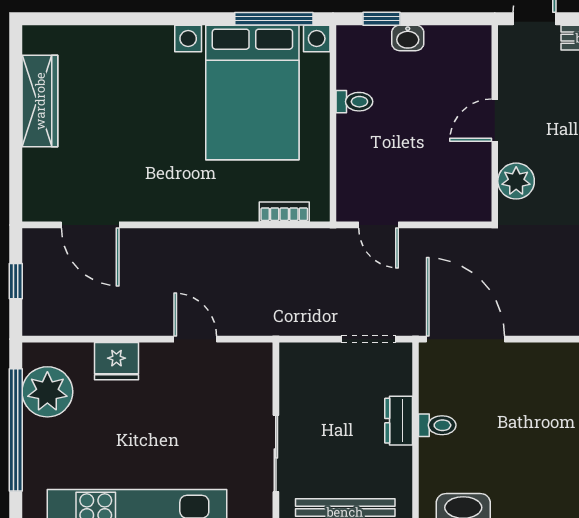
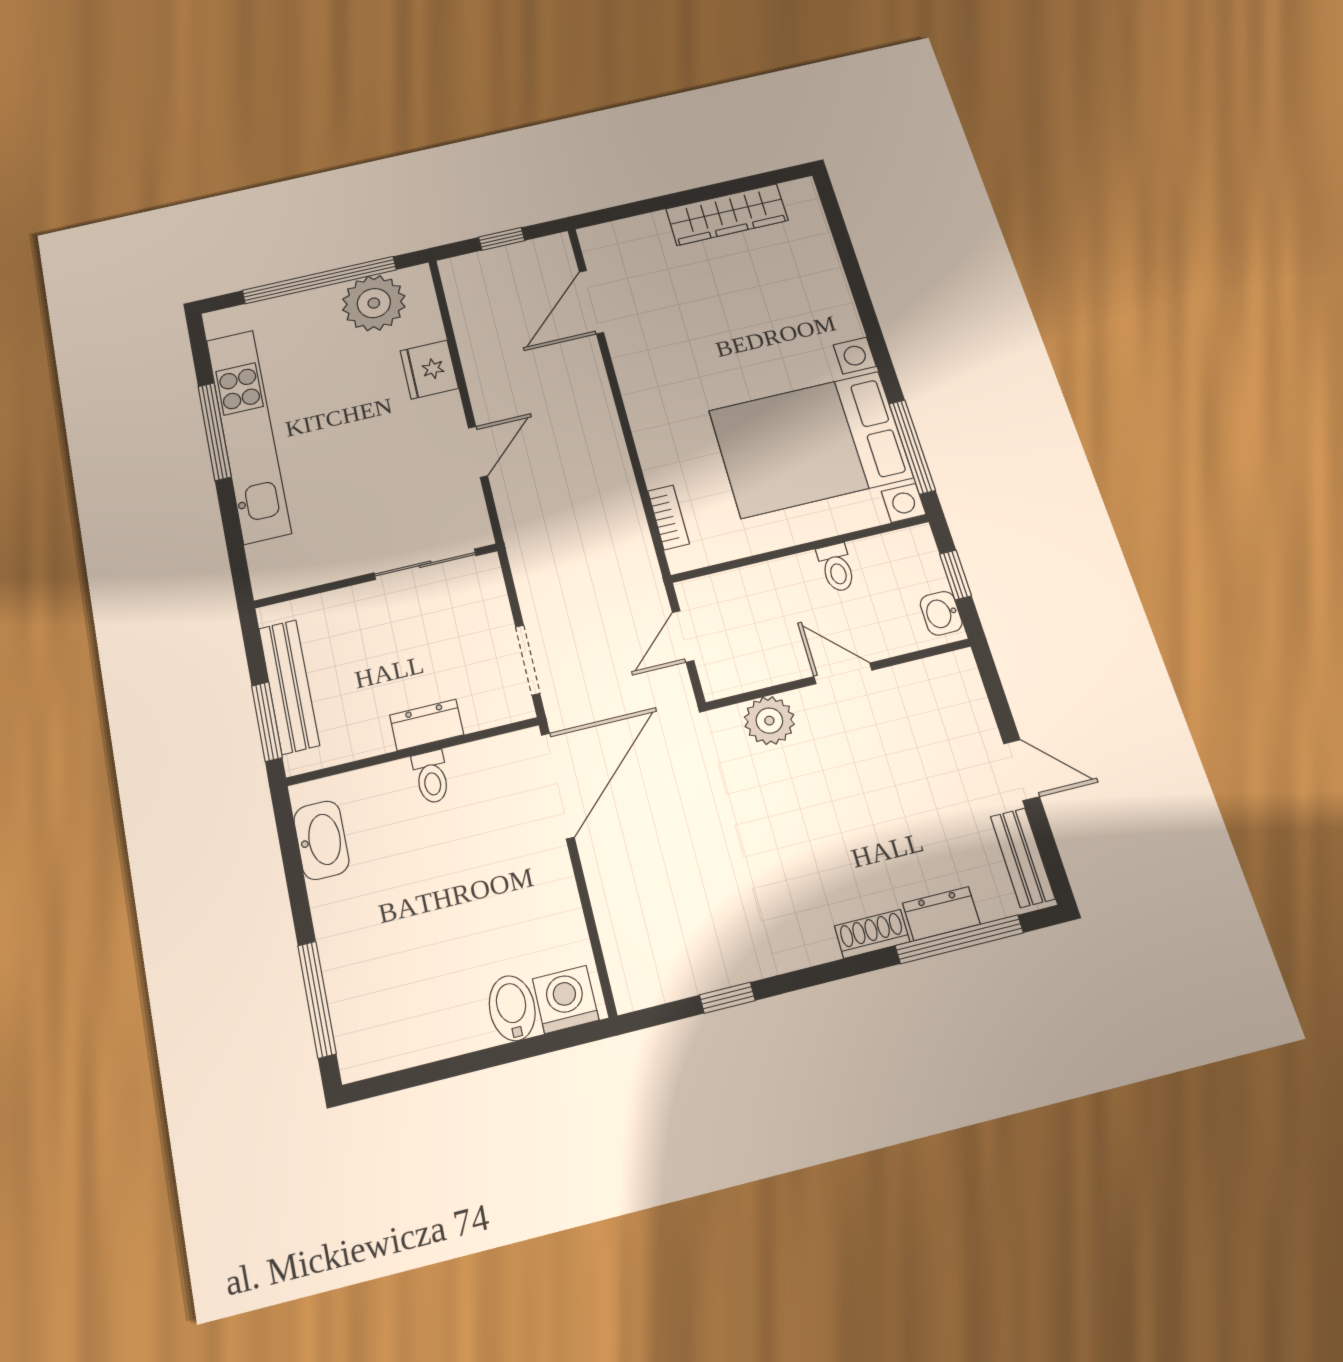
door: (495, 120) -> (843, 673), moved
wall: (495, 123) -> (839, 674), moved
plant: (516, 181) -> (769, 721), moved
sliding door: (276, 454) -> (425, 564), moved

